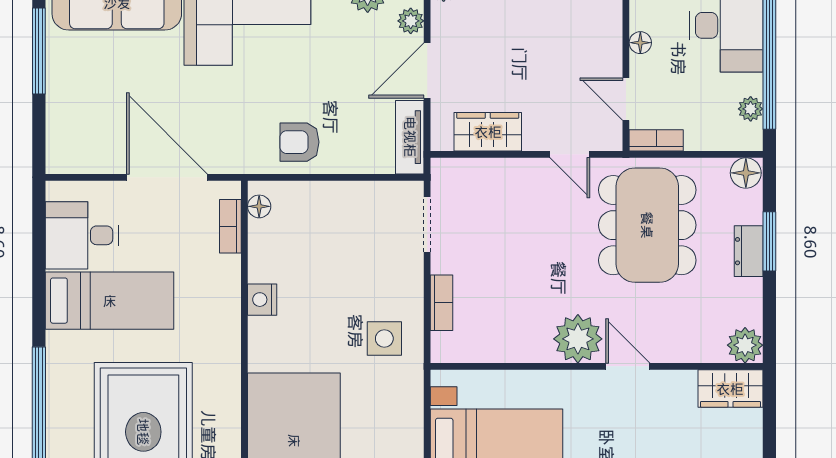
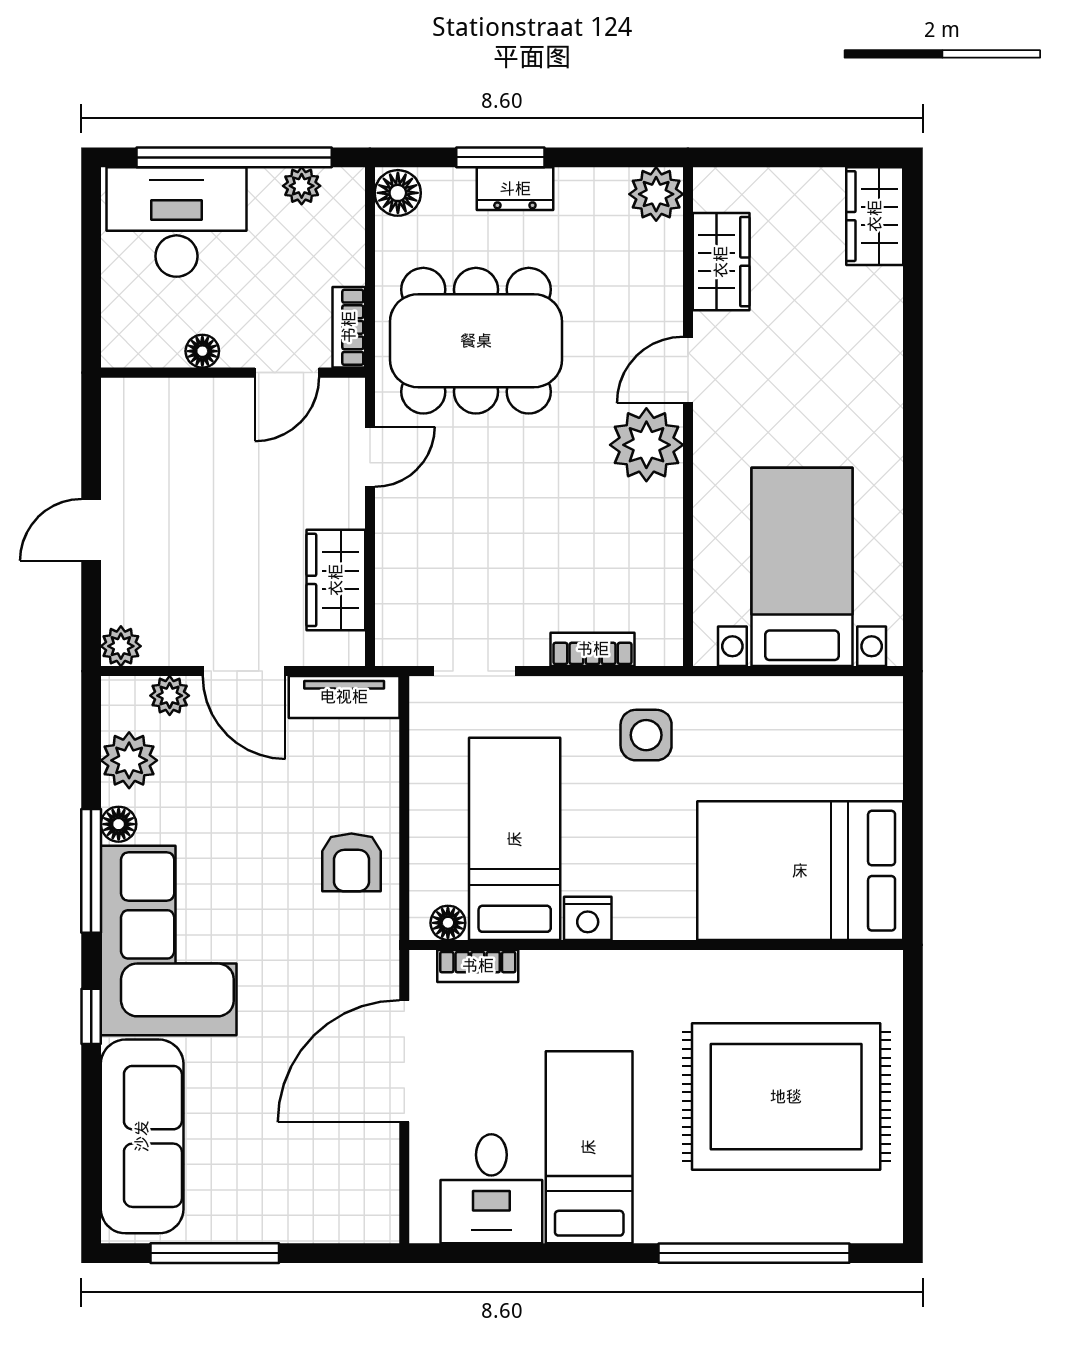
bed: (315, 251) -> (515, 839), added
wardrobe: (730, 389) -> (721, 262), moved

